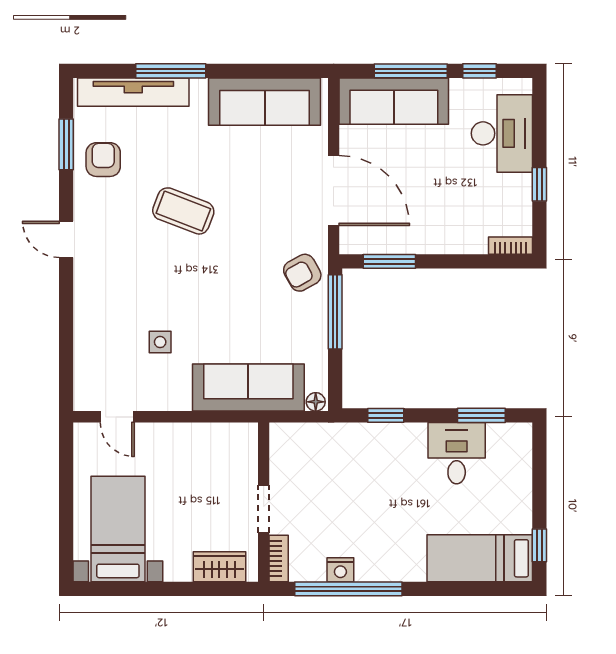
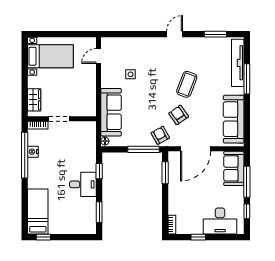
sofa: (394, 101) -> (234, 168), width x0.73
armchair: (103, 160) -> (179, 115), moved, turned -125
desk: (457, 453) -> (83, 184), moved

